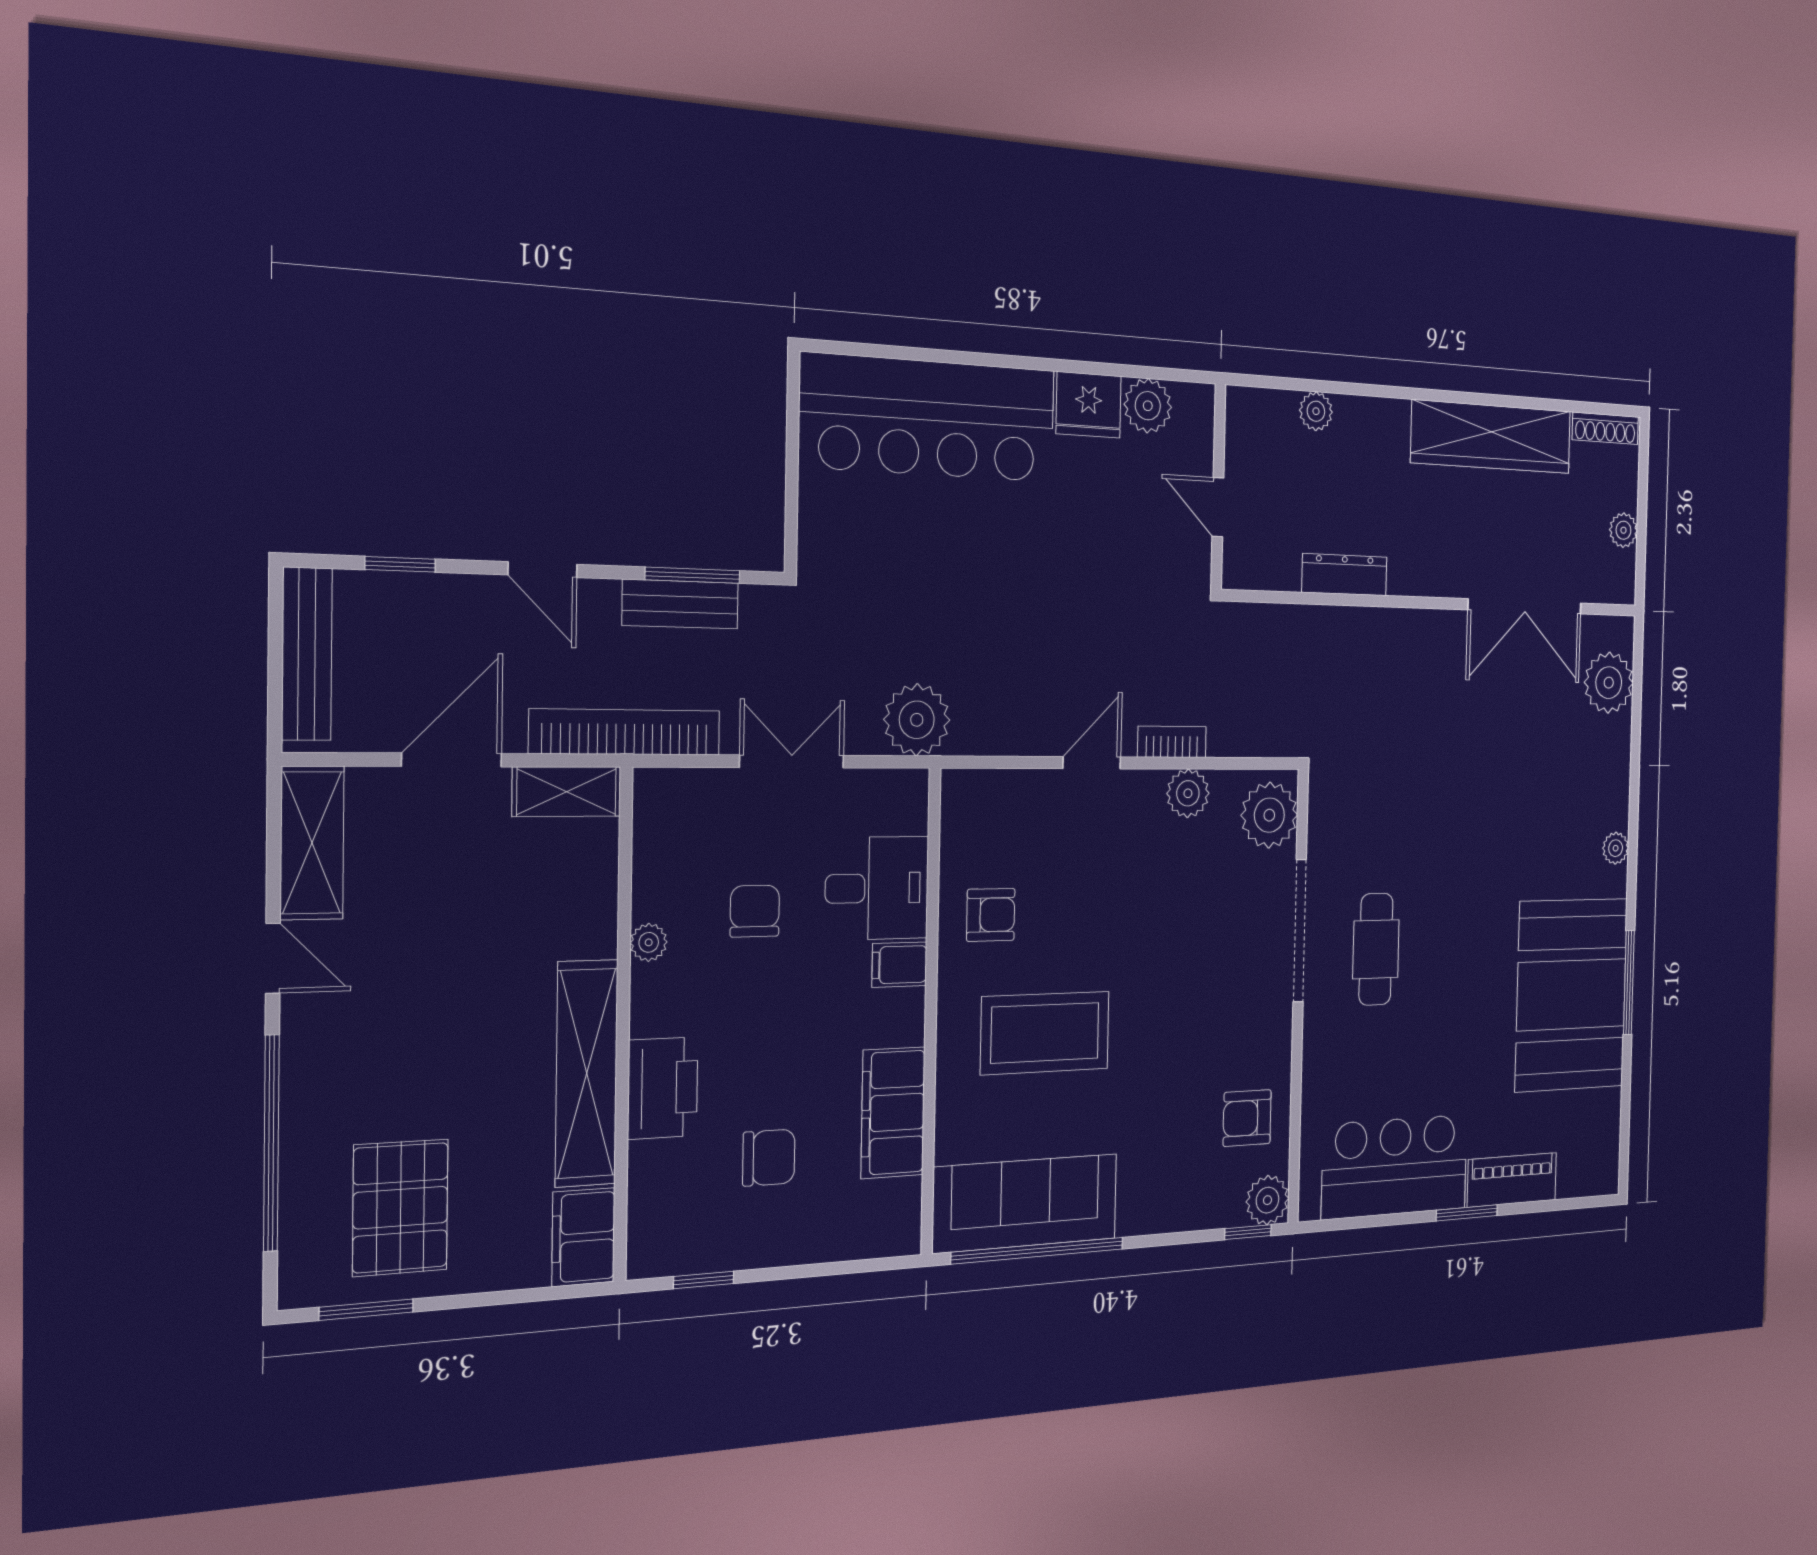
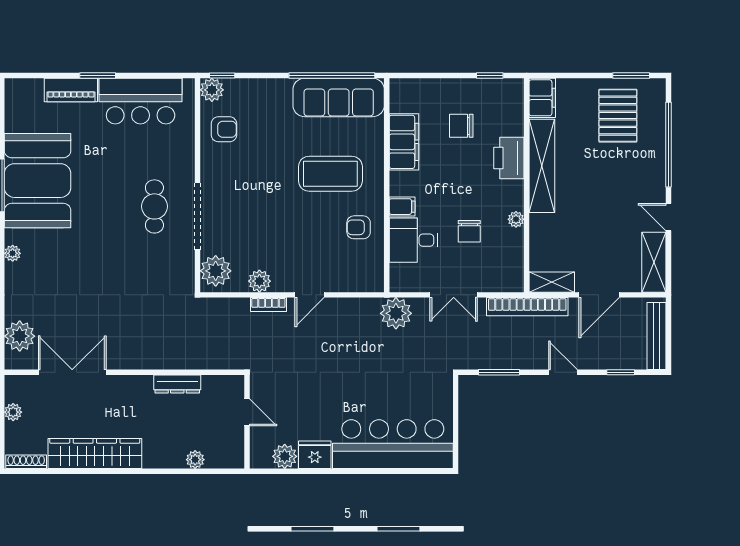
bench: (680, 604) -> (504, 360), removed

